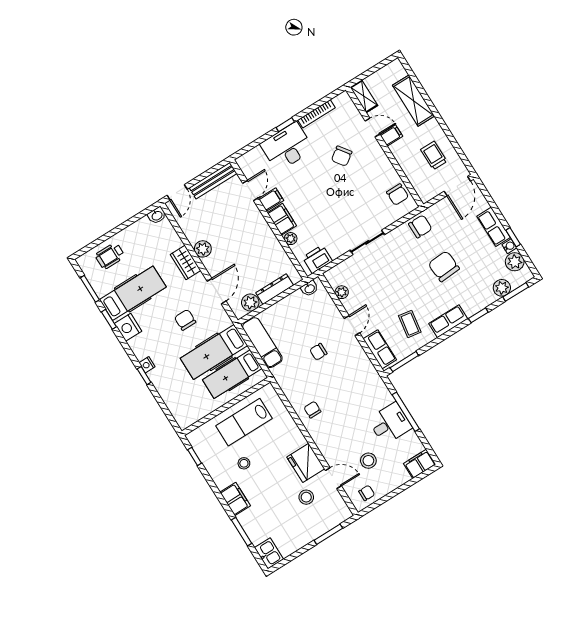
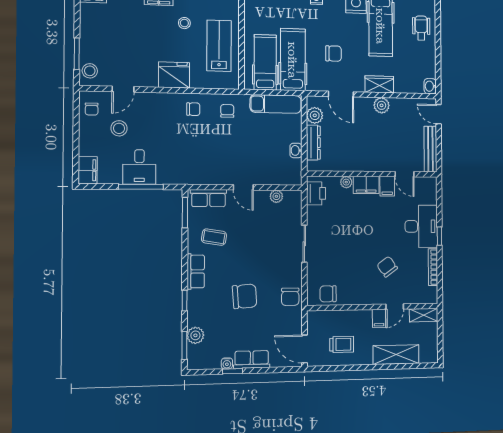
plant: (515, 262) -> (211, 360), removed
washbasin: (310, 288) -> (296, 150), moved
chair: (318, 352) -> (227, 111), moved
fridge: (306, 463) -> (174, 75), moved
stool: (306, 497) -> (90, 71), moved

